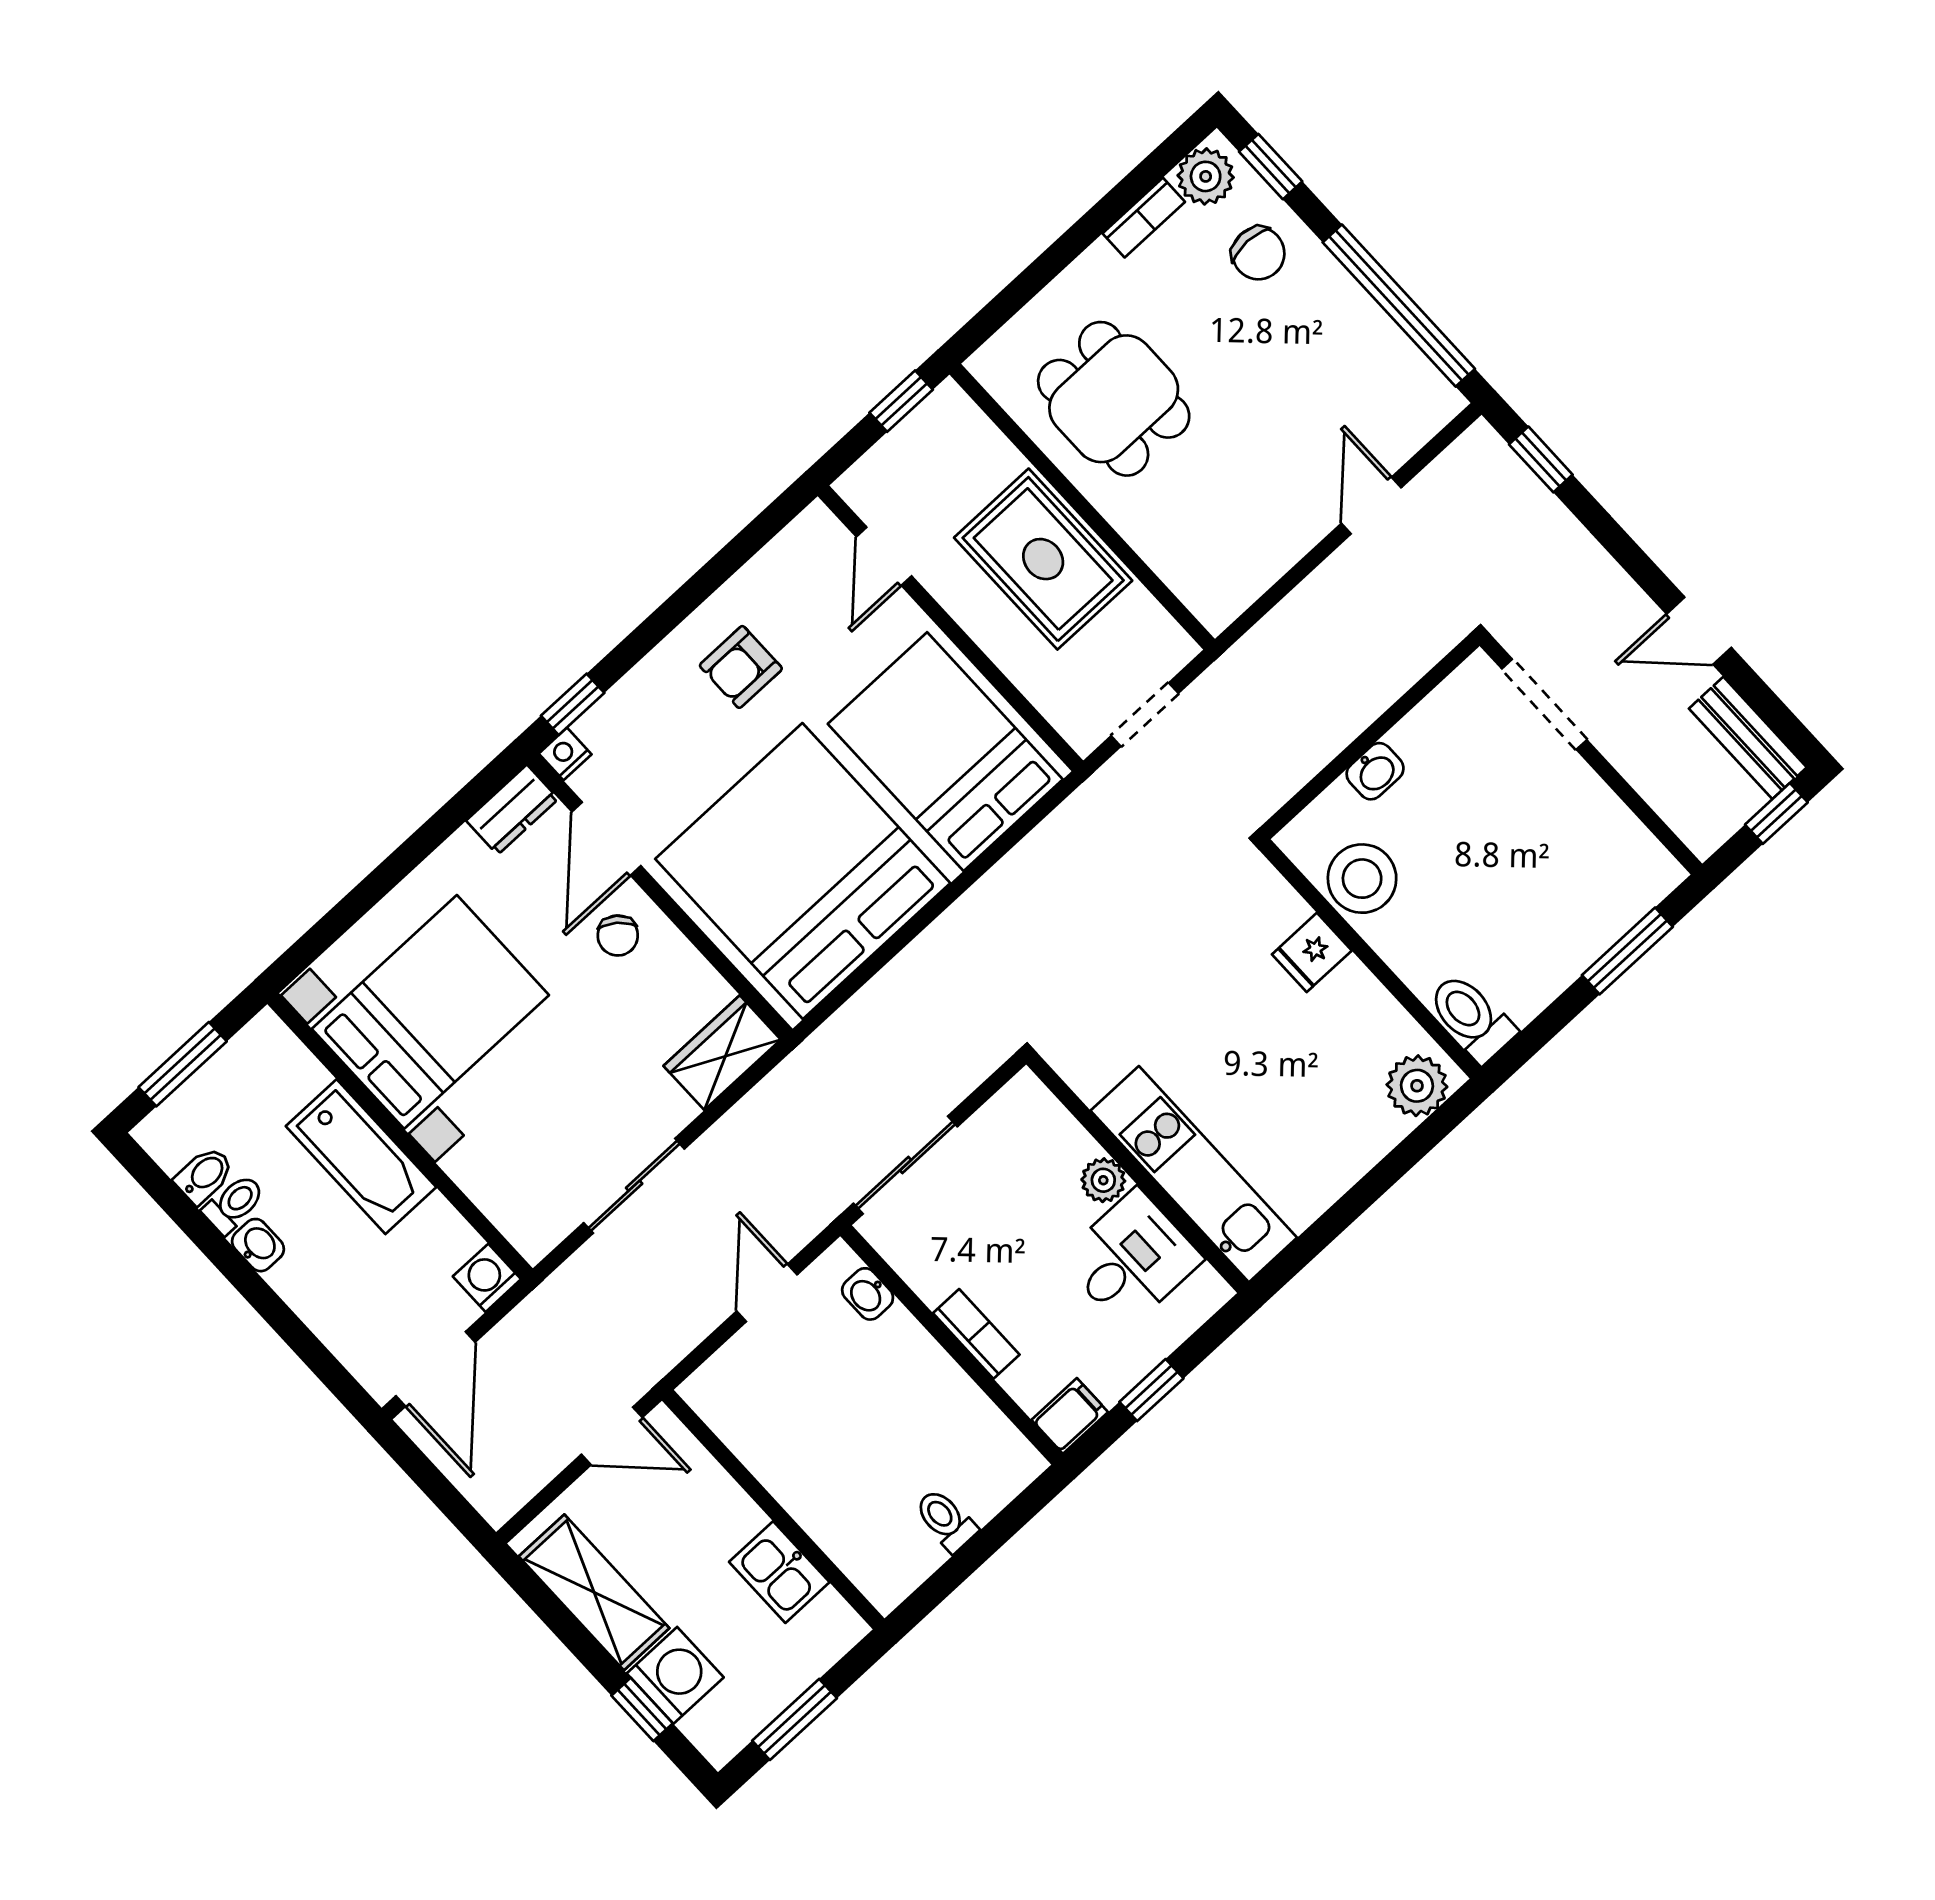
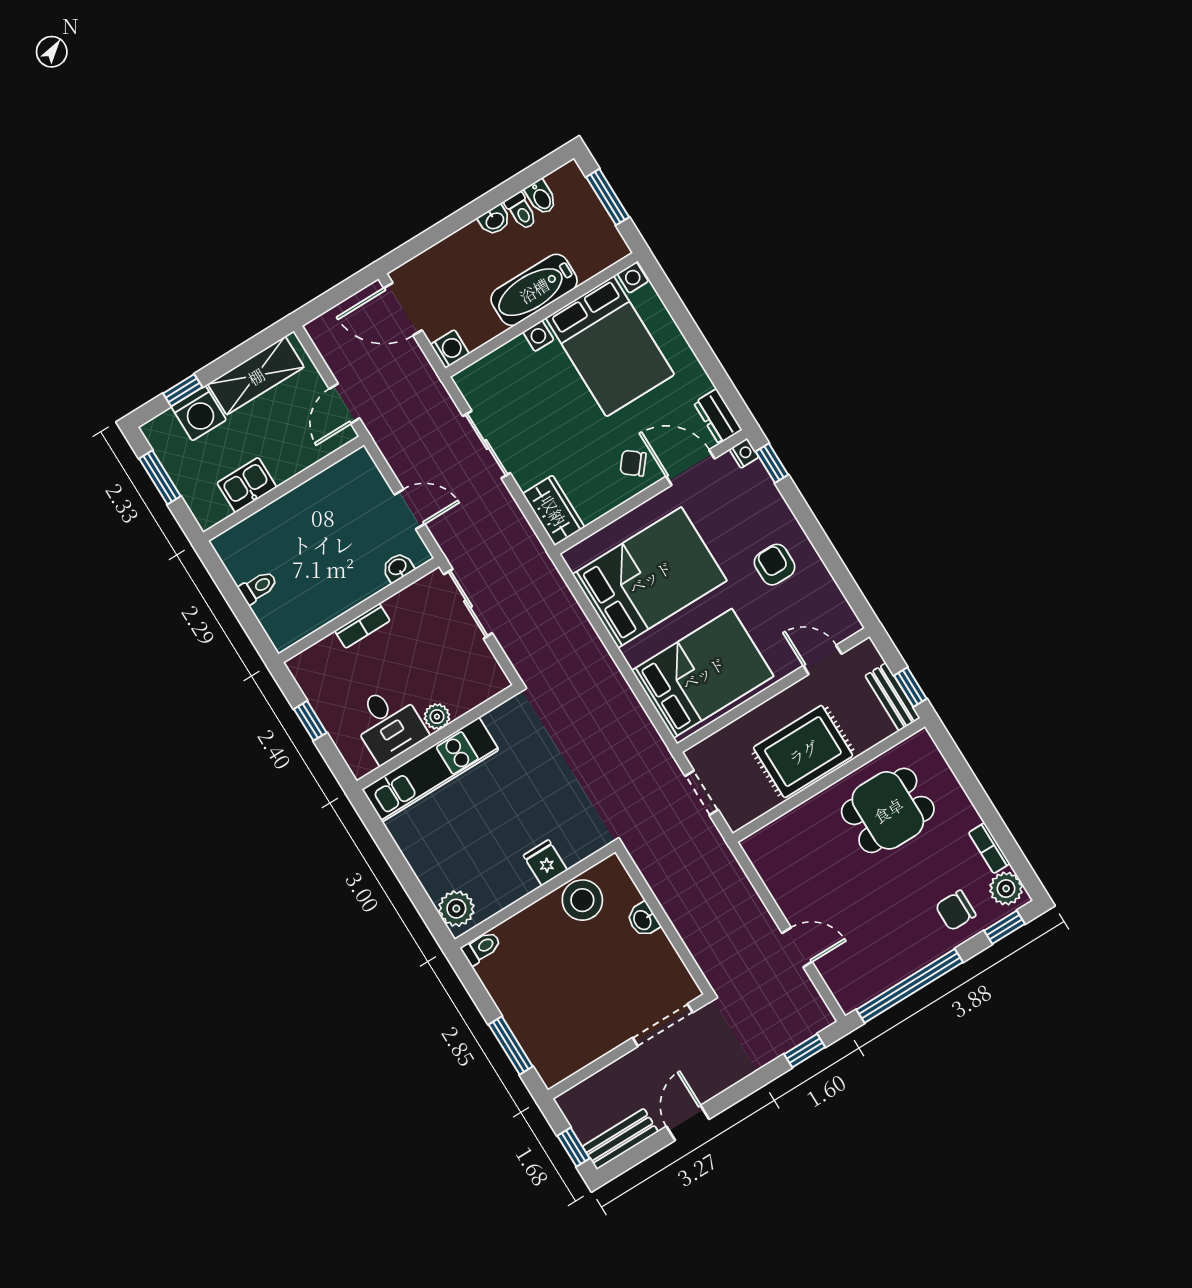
bench: (923, 428) -> (892, 697), added
bed: (803, 871) -> (650, 577), width x0.73
toilet: (1471, 1017) -> (481, 948), width x0.73, depth x0.72
filing cabinet: (1070, 1416) -> (304, 671), removed

